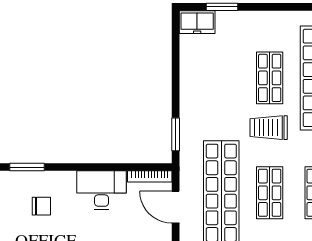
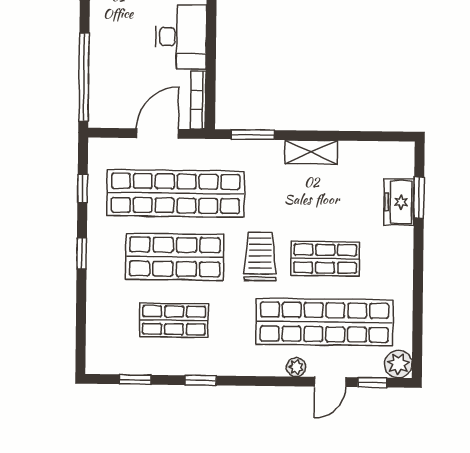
freezer: (197, 22) -> (399, 202), moved
shelving: (188, 90) -> (311, 152), added
shop shelf: (270, 193) -> (175, 257), width x1.43, depth x1.36

